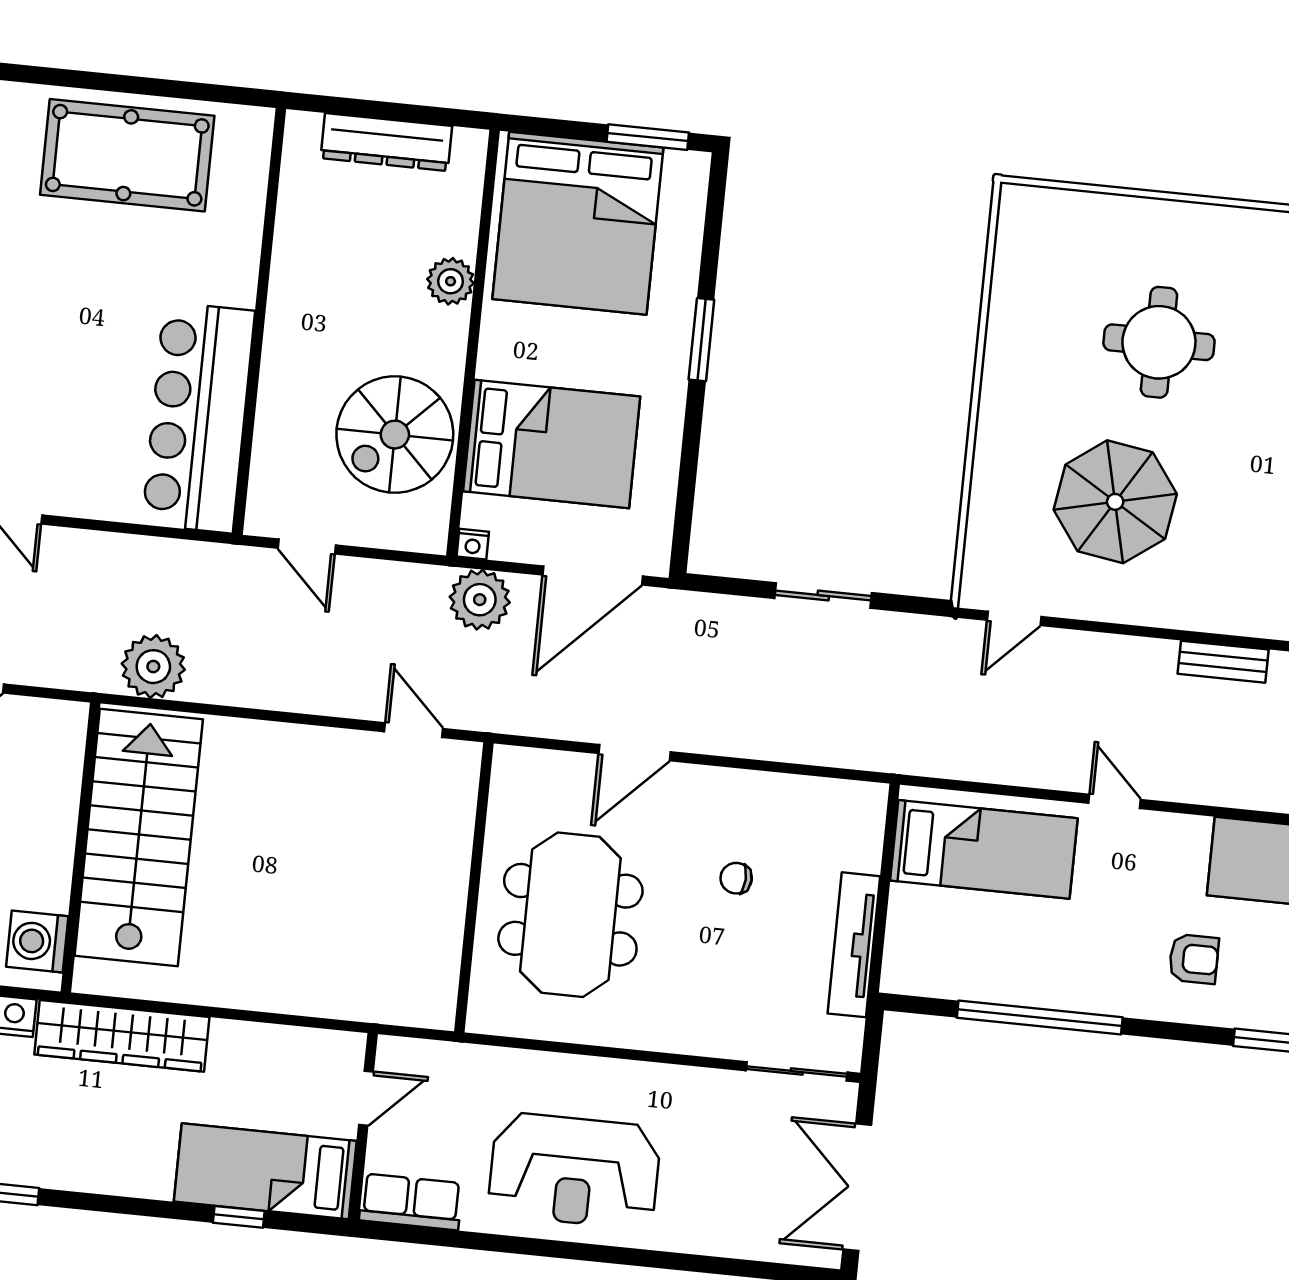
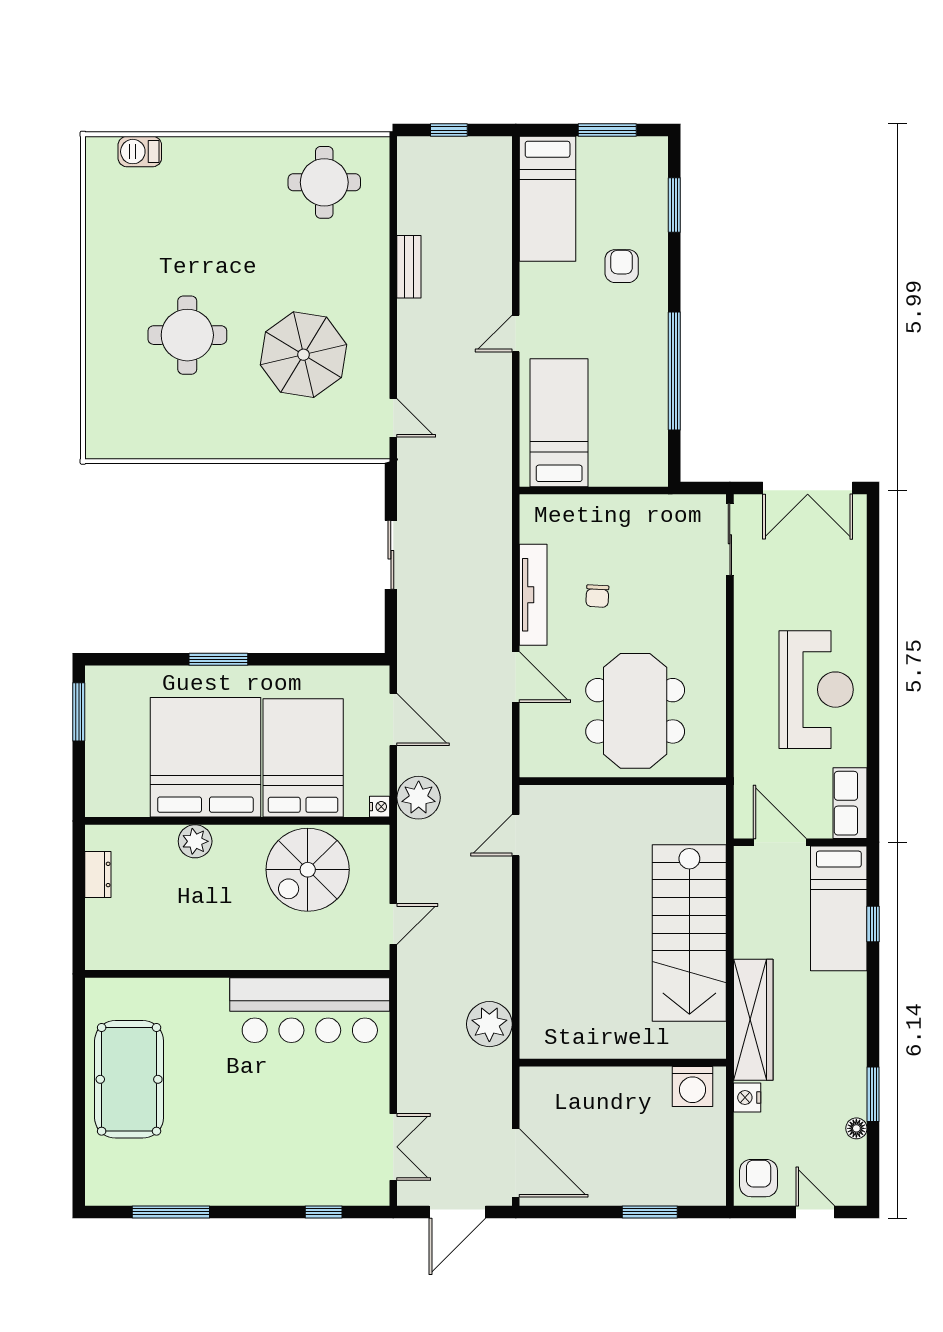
dresser: (386, 142) -> (98, 874), width x0.51, depth x0.80
bed: (578, 223) -> (205, 757), moved, turned -90
spiral stairs: (395, 435) -> (308, 870), turned 90
door: (593, 576) -> (393, 719), width x0.73
stairs: (139, 838) -> (689, 933), moved, turned -90
meeting table: (570, 915) -> (635, 711), turned 90
tv unit: (854, 945) -> (533, 595), moved, turned -90
door: (366, 1098) -> (780, 842), width x1.38

